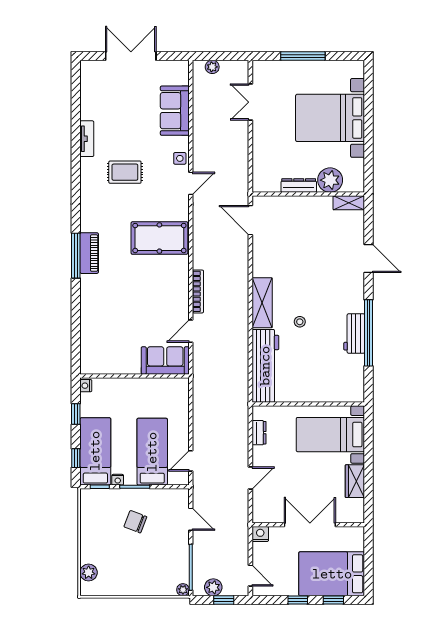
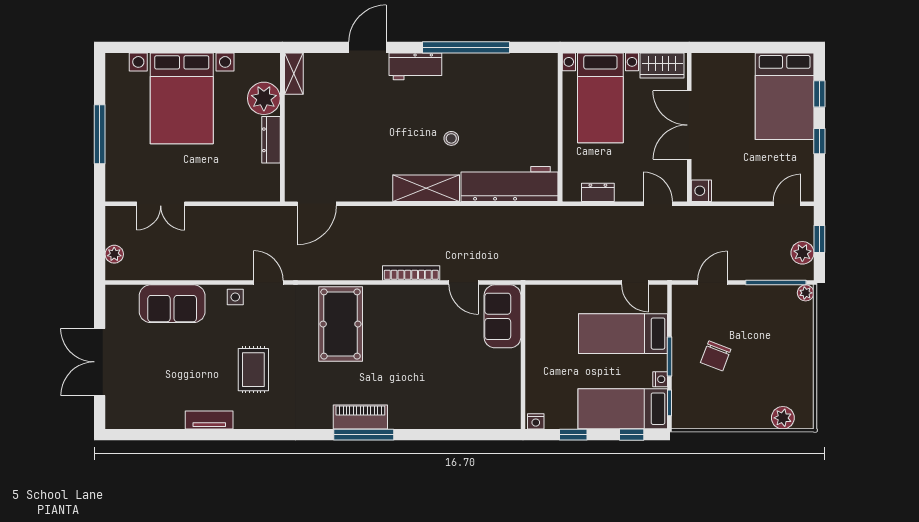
workbench: (354, 333) -> (415, 66), moved
wall: (308, 525) -> (689, 127), moved
double door: (310, 525) -> (689, 125), moved
nightstand: (260, 534) -> (701, 191), moved

